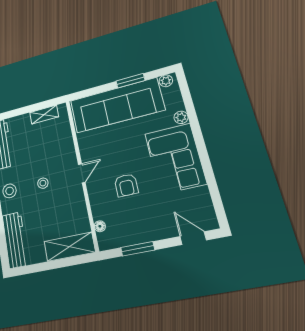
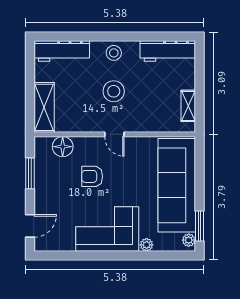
window: (130, 81) -> (199, 226), moved
stool: (43, 183) -> (114, 91), width x1.89, depth x1.89
floor lamp: (100, 226) -> (63, 147), width x1.89, depth x1.89

